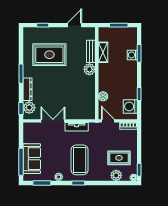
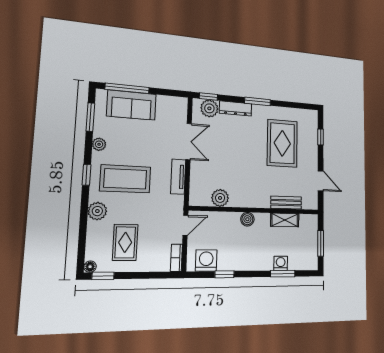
plant: (89, 69) -> (220, 198), moved
boiler: (103, 96) -> (247, 219), moved
plant: (116, 175) -> (97, 211), moved

